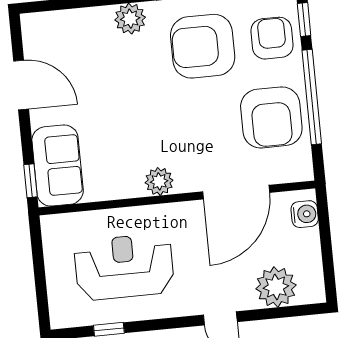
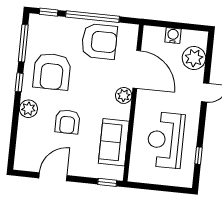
armchair: (272, 38) -> (67, 122), moved, turned -90
sofa: (58, 166) -> (114, 142), moved, turned -90
plant: (159, 181) -> (124, 95), moved
water cooler: (305, 214) -> (173, 36), moved

